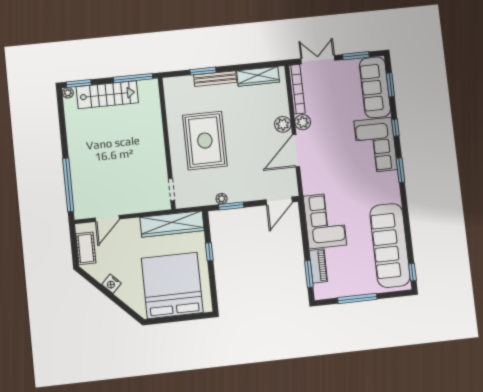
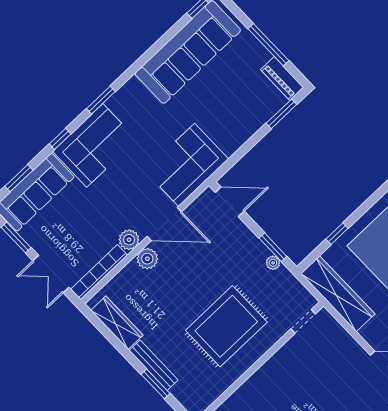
corner sofa: (325, 221) -> (187, 165), moved
piano: (318, 266) -> (282, 78), moved, turned -90

